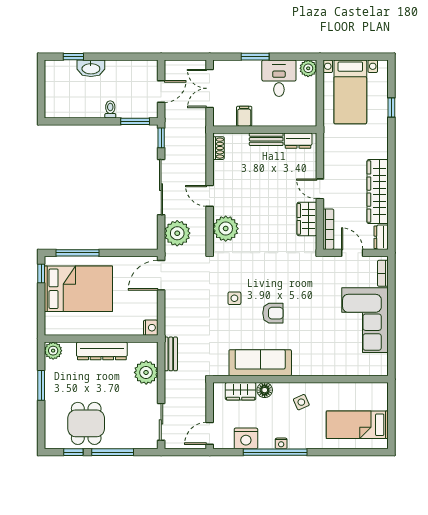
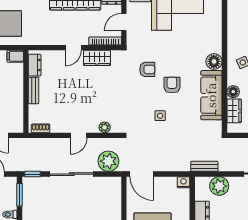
filing cabinet: (244, 116) -> (15, 56), moved
plant: (226, 229) -> (105, 127), width x0.53, depth x0.53
armchair: (293, 282) -> (147, 69), added
floor lamp: (303, 366) -> (214, 61), added

